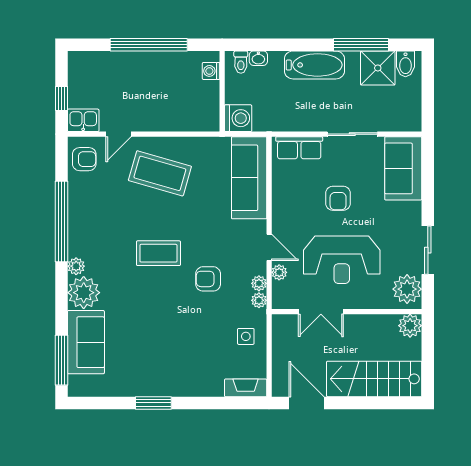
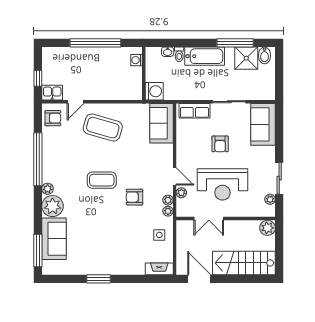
toilet: (241, 62) -> (179, 54), moved
sofa: (249, 178) -> (161, 123), width x0.73
plant: (407, 289) -> (270, 199), width x0.53, depth x0.53

